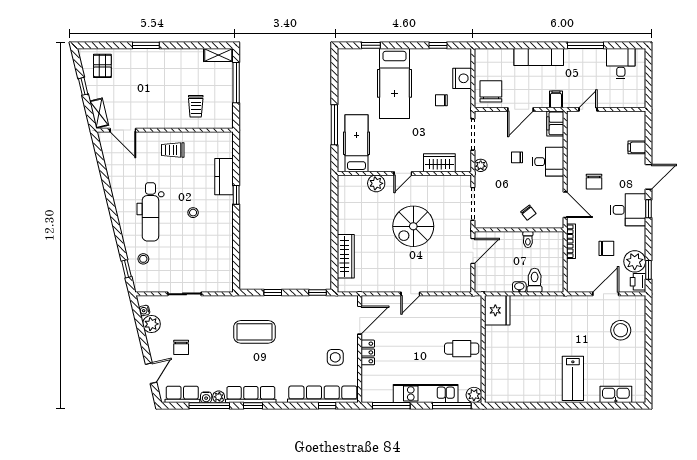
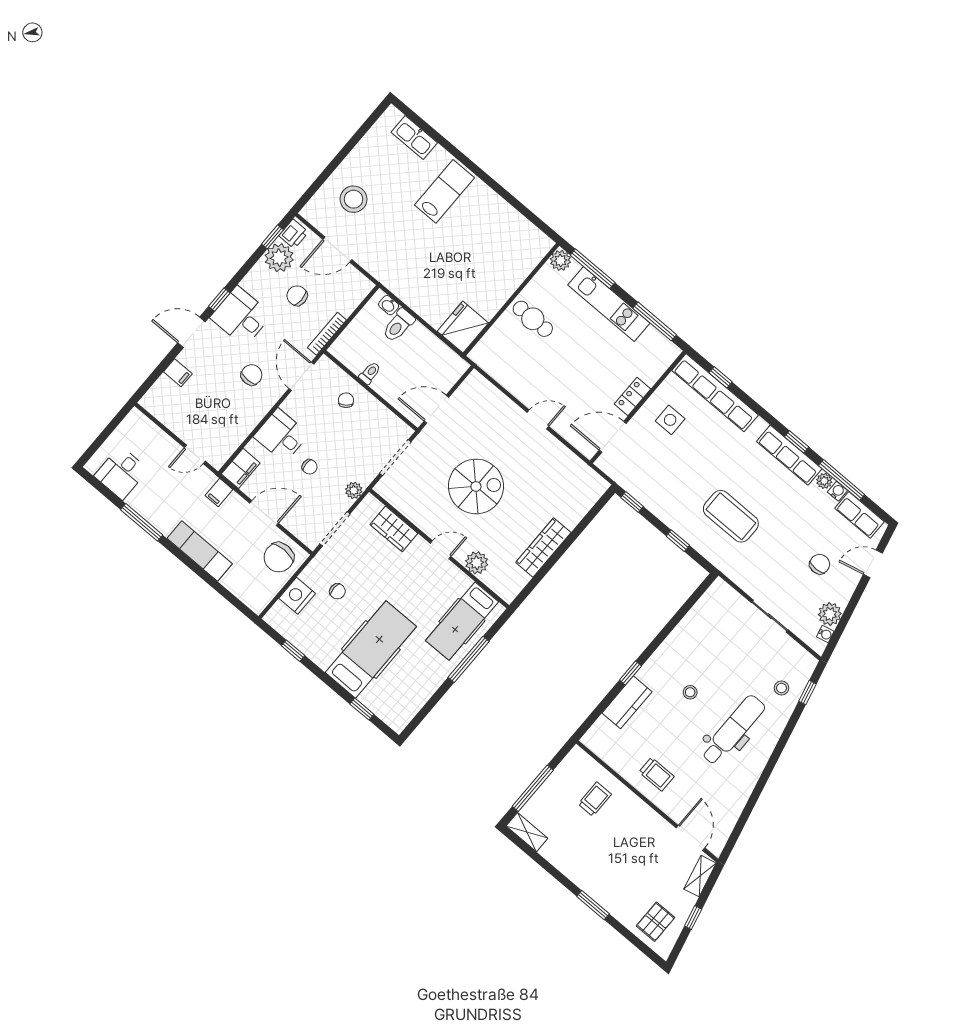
wardrobe: (346, 256) -> (543, 548), moved
washbasin: (519, 287) -> (389, 305), moved

